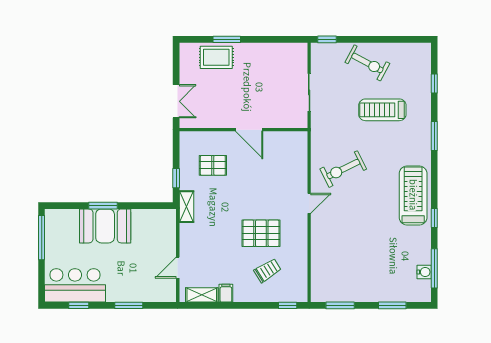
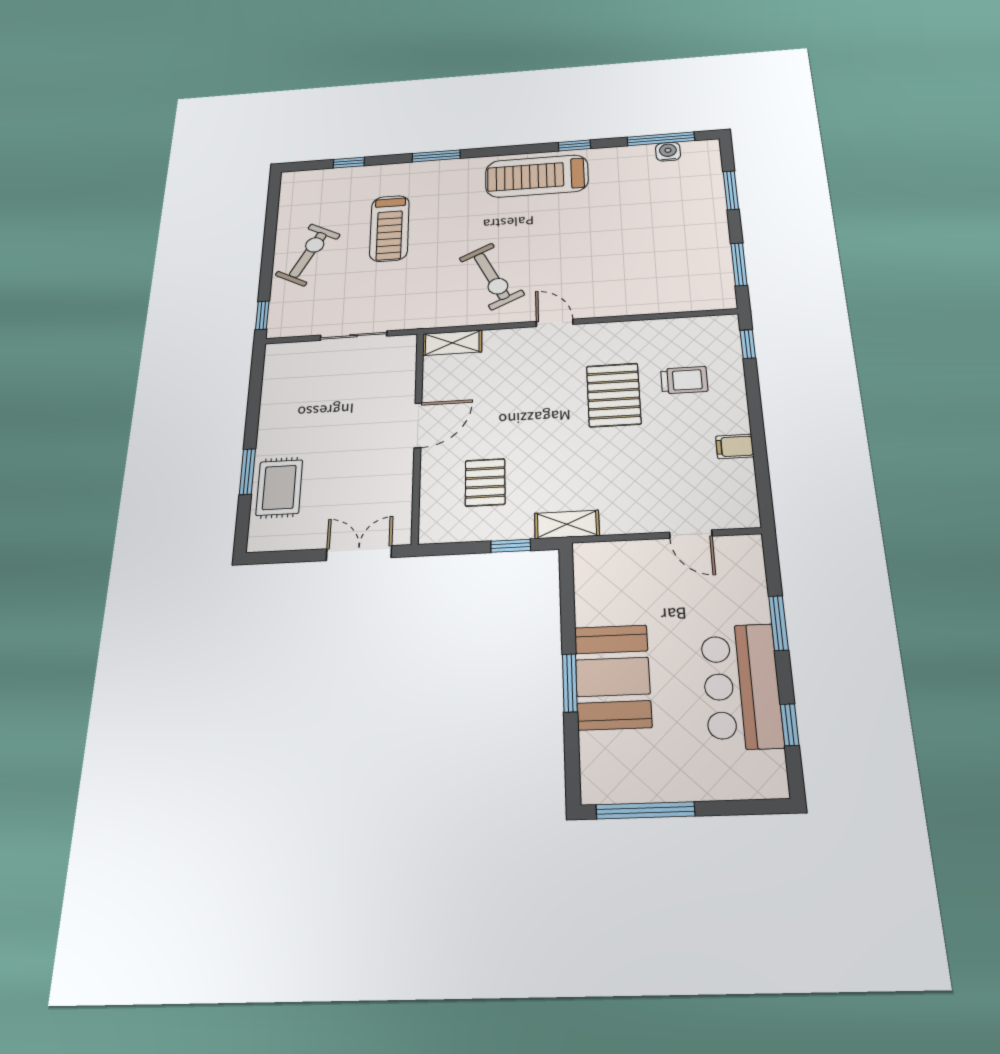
trolley: (267, 271) -> (684, 380), turned 122
bar counter: (75, 285) -> (742, 686), moved
shelving: (202, 295) -> (452, 343), moved, turned 90

